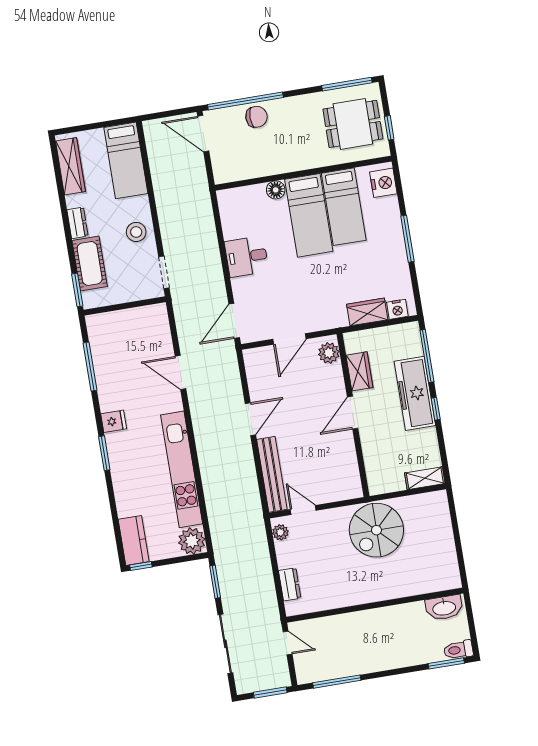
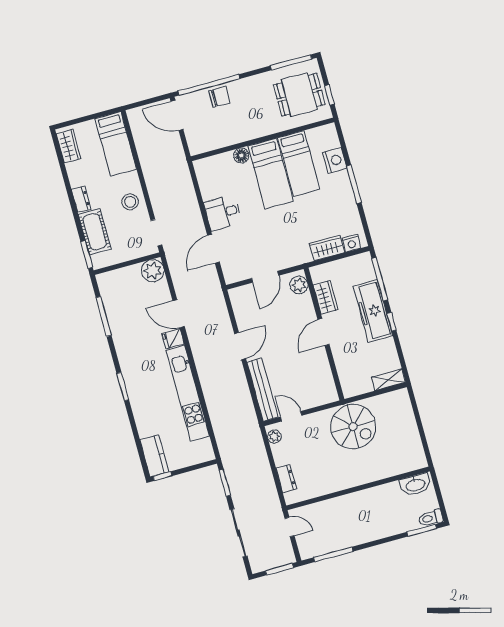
wardrobe: (70, 166) -> (69, 146), width x0.67
nightstand: (383, 183) -> (335, 160), moved
door: (234, 321) -> (213, 249), moved
fridge: (114, 421) -> (173, 339), moved, turned 180
spiral stairs: (376, 530) -> (353, 427), turned -90
plant: (192, 541) -> (153, 271), moved

